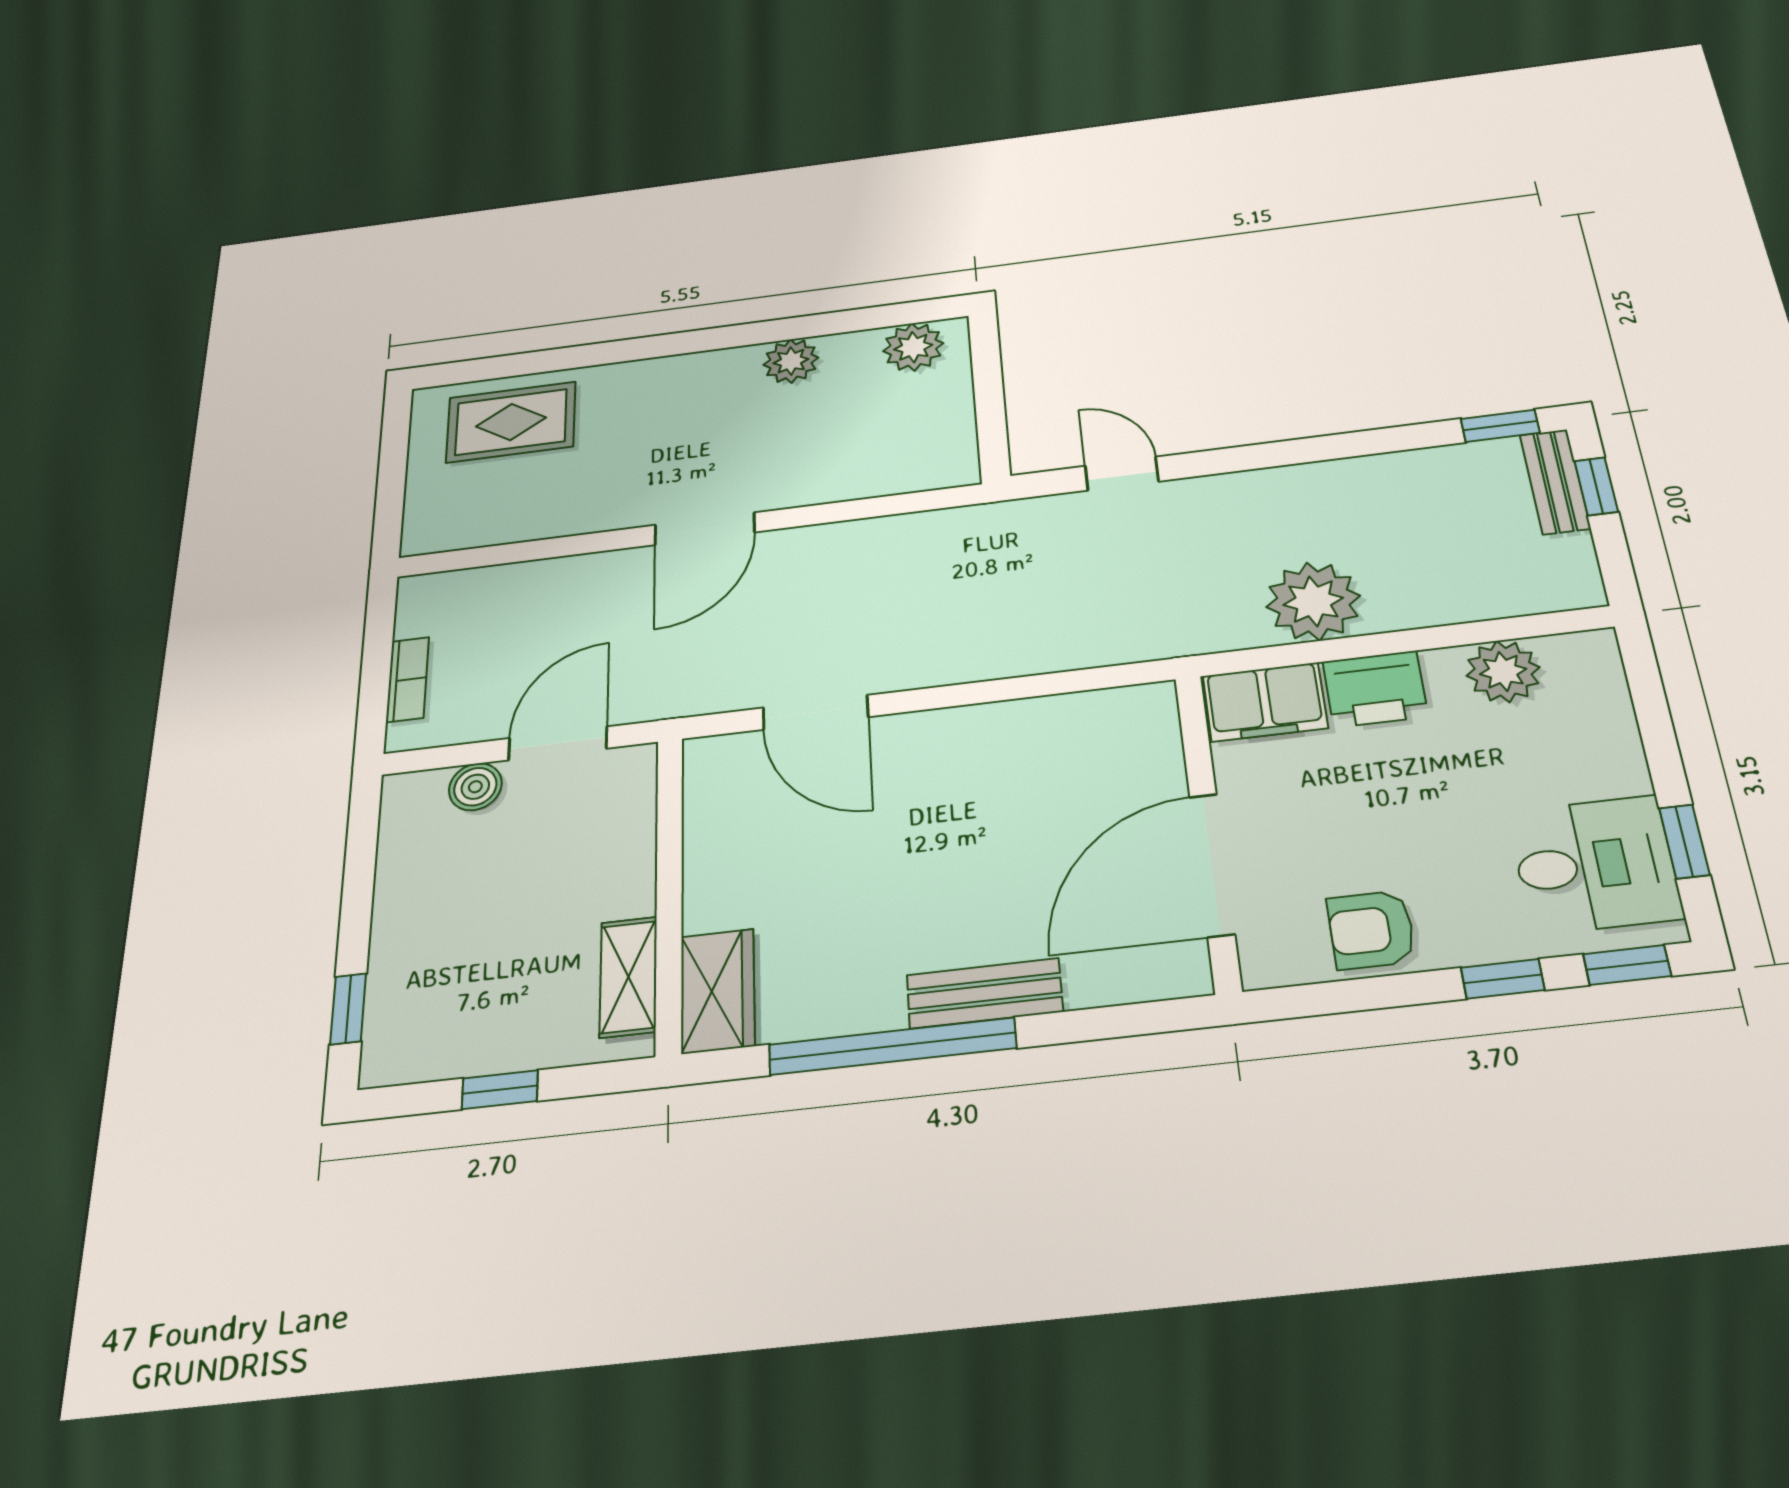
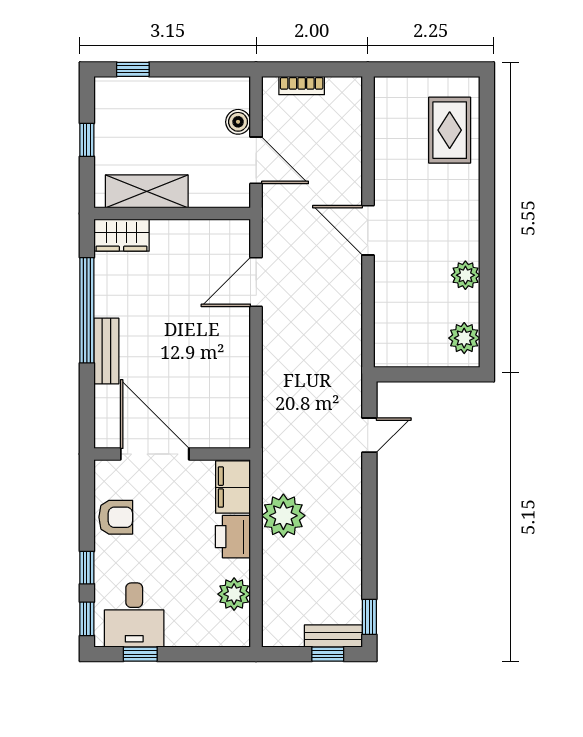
armchair: (1371, 930) -> (116, 517), turned 90
shelving: (628, 977) -> (147, 191), width x1.50, depth x1.33

